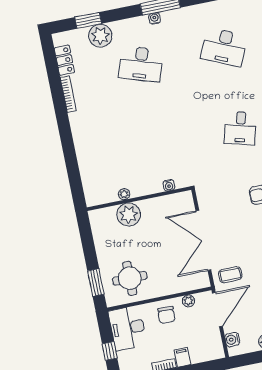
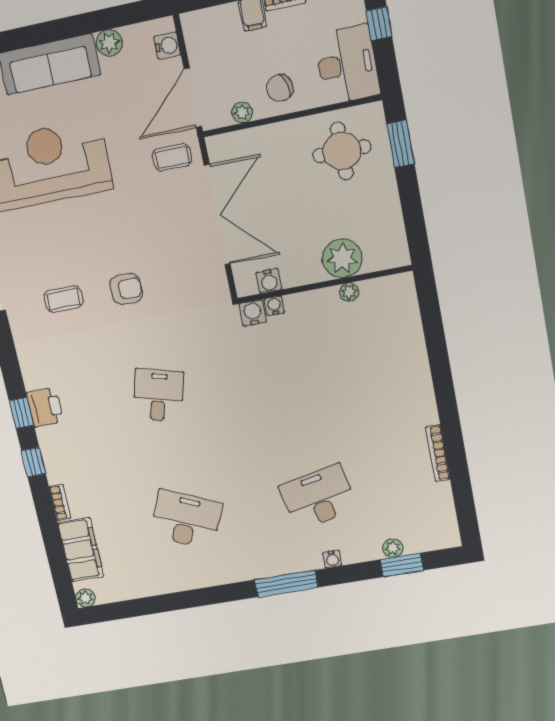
water cooler: (155, 18) -> (332, 559), moved
plant: (100, 36) -> (393, 548), width x0.53, depth x0.53
locker: (64, 60) -> (442, 506), removed
desk: (141, 64) -> (318, 497), turned -30
water cooler: (182, 181) -> (253, 313), added
water cooler: (172, 201) -> (269, 281), added
chair: (166, 315) -> (280, 88), turned -108

